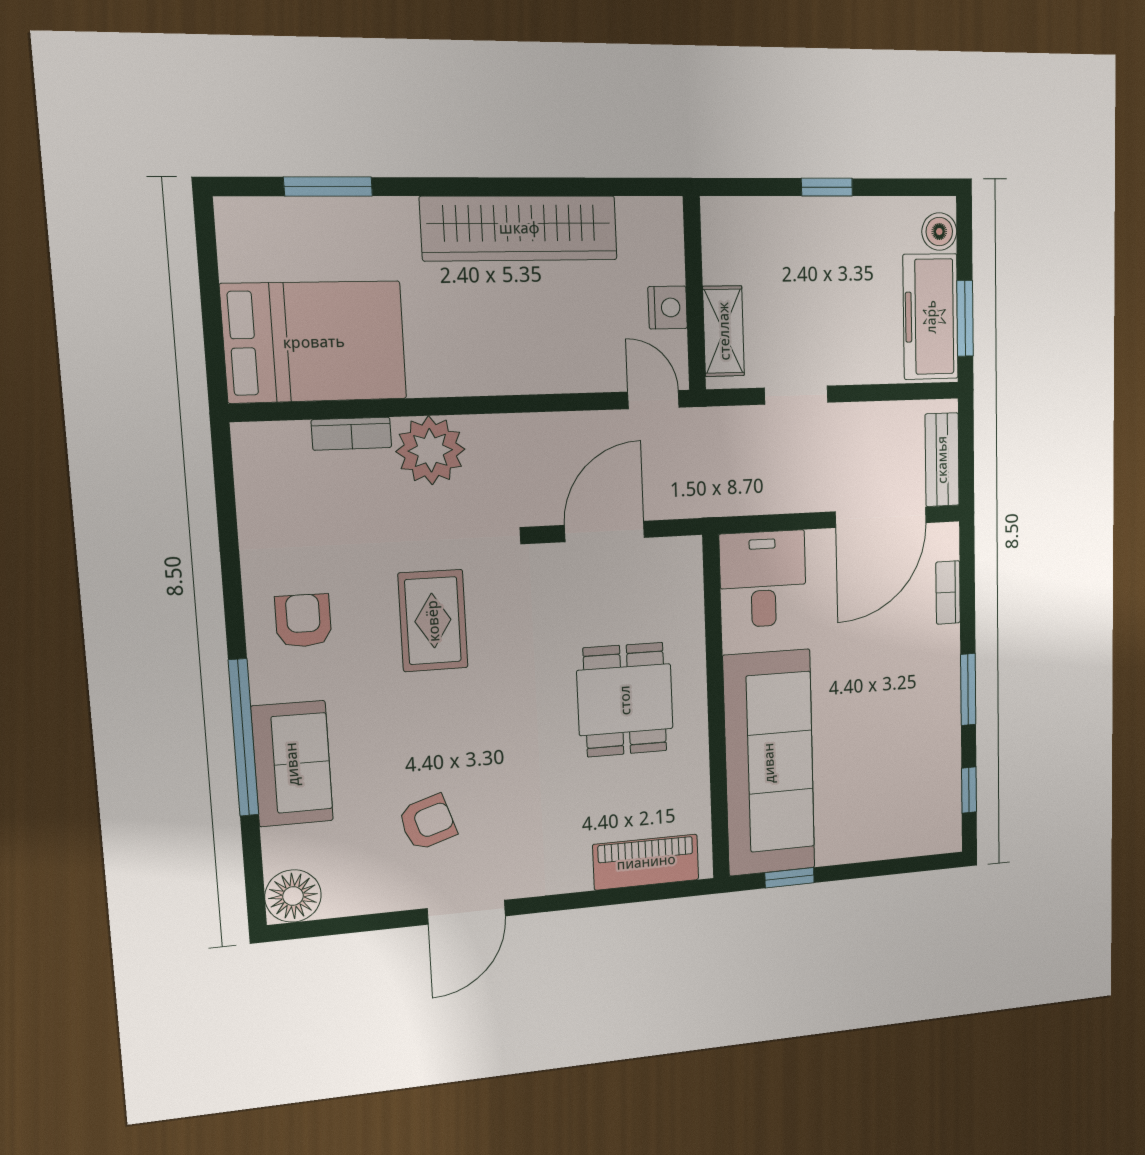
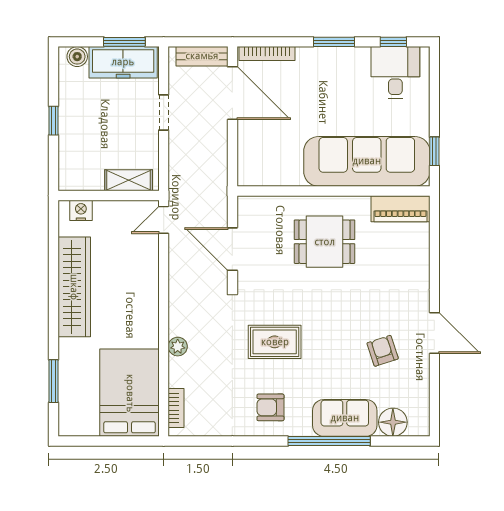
nightstand: (668, 308) -> (81, 210), moved
doorway: (796, 395) -> (164, 112), moved
bookcase: (351, 434) -> (176, 408), moved
plant: (430, 450) -> (178, 347), width x0.53, depth x0.53
desk: (763, 579) -> (395, 73), moved, turned 90
bookcase: (948, 592) -> (267, 54), width x1.56
piano: (646, 862) -> (400, 209), moved, turned -90
floor lamp: (293, 896) -> (393, 422), moved

